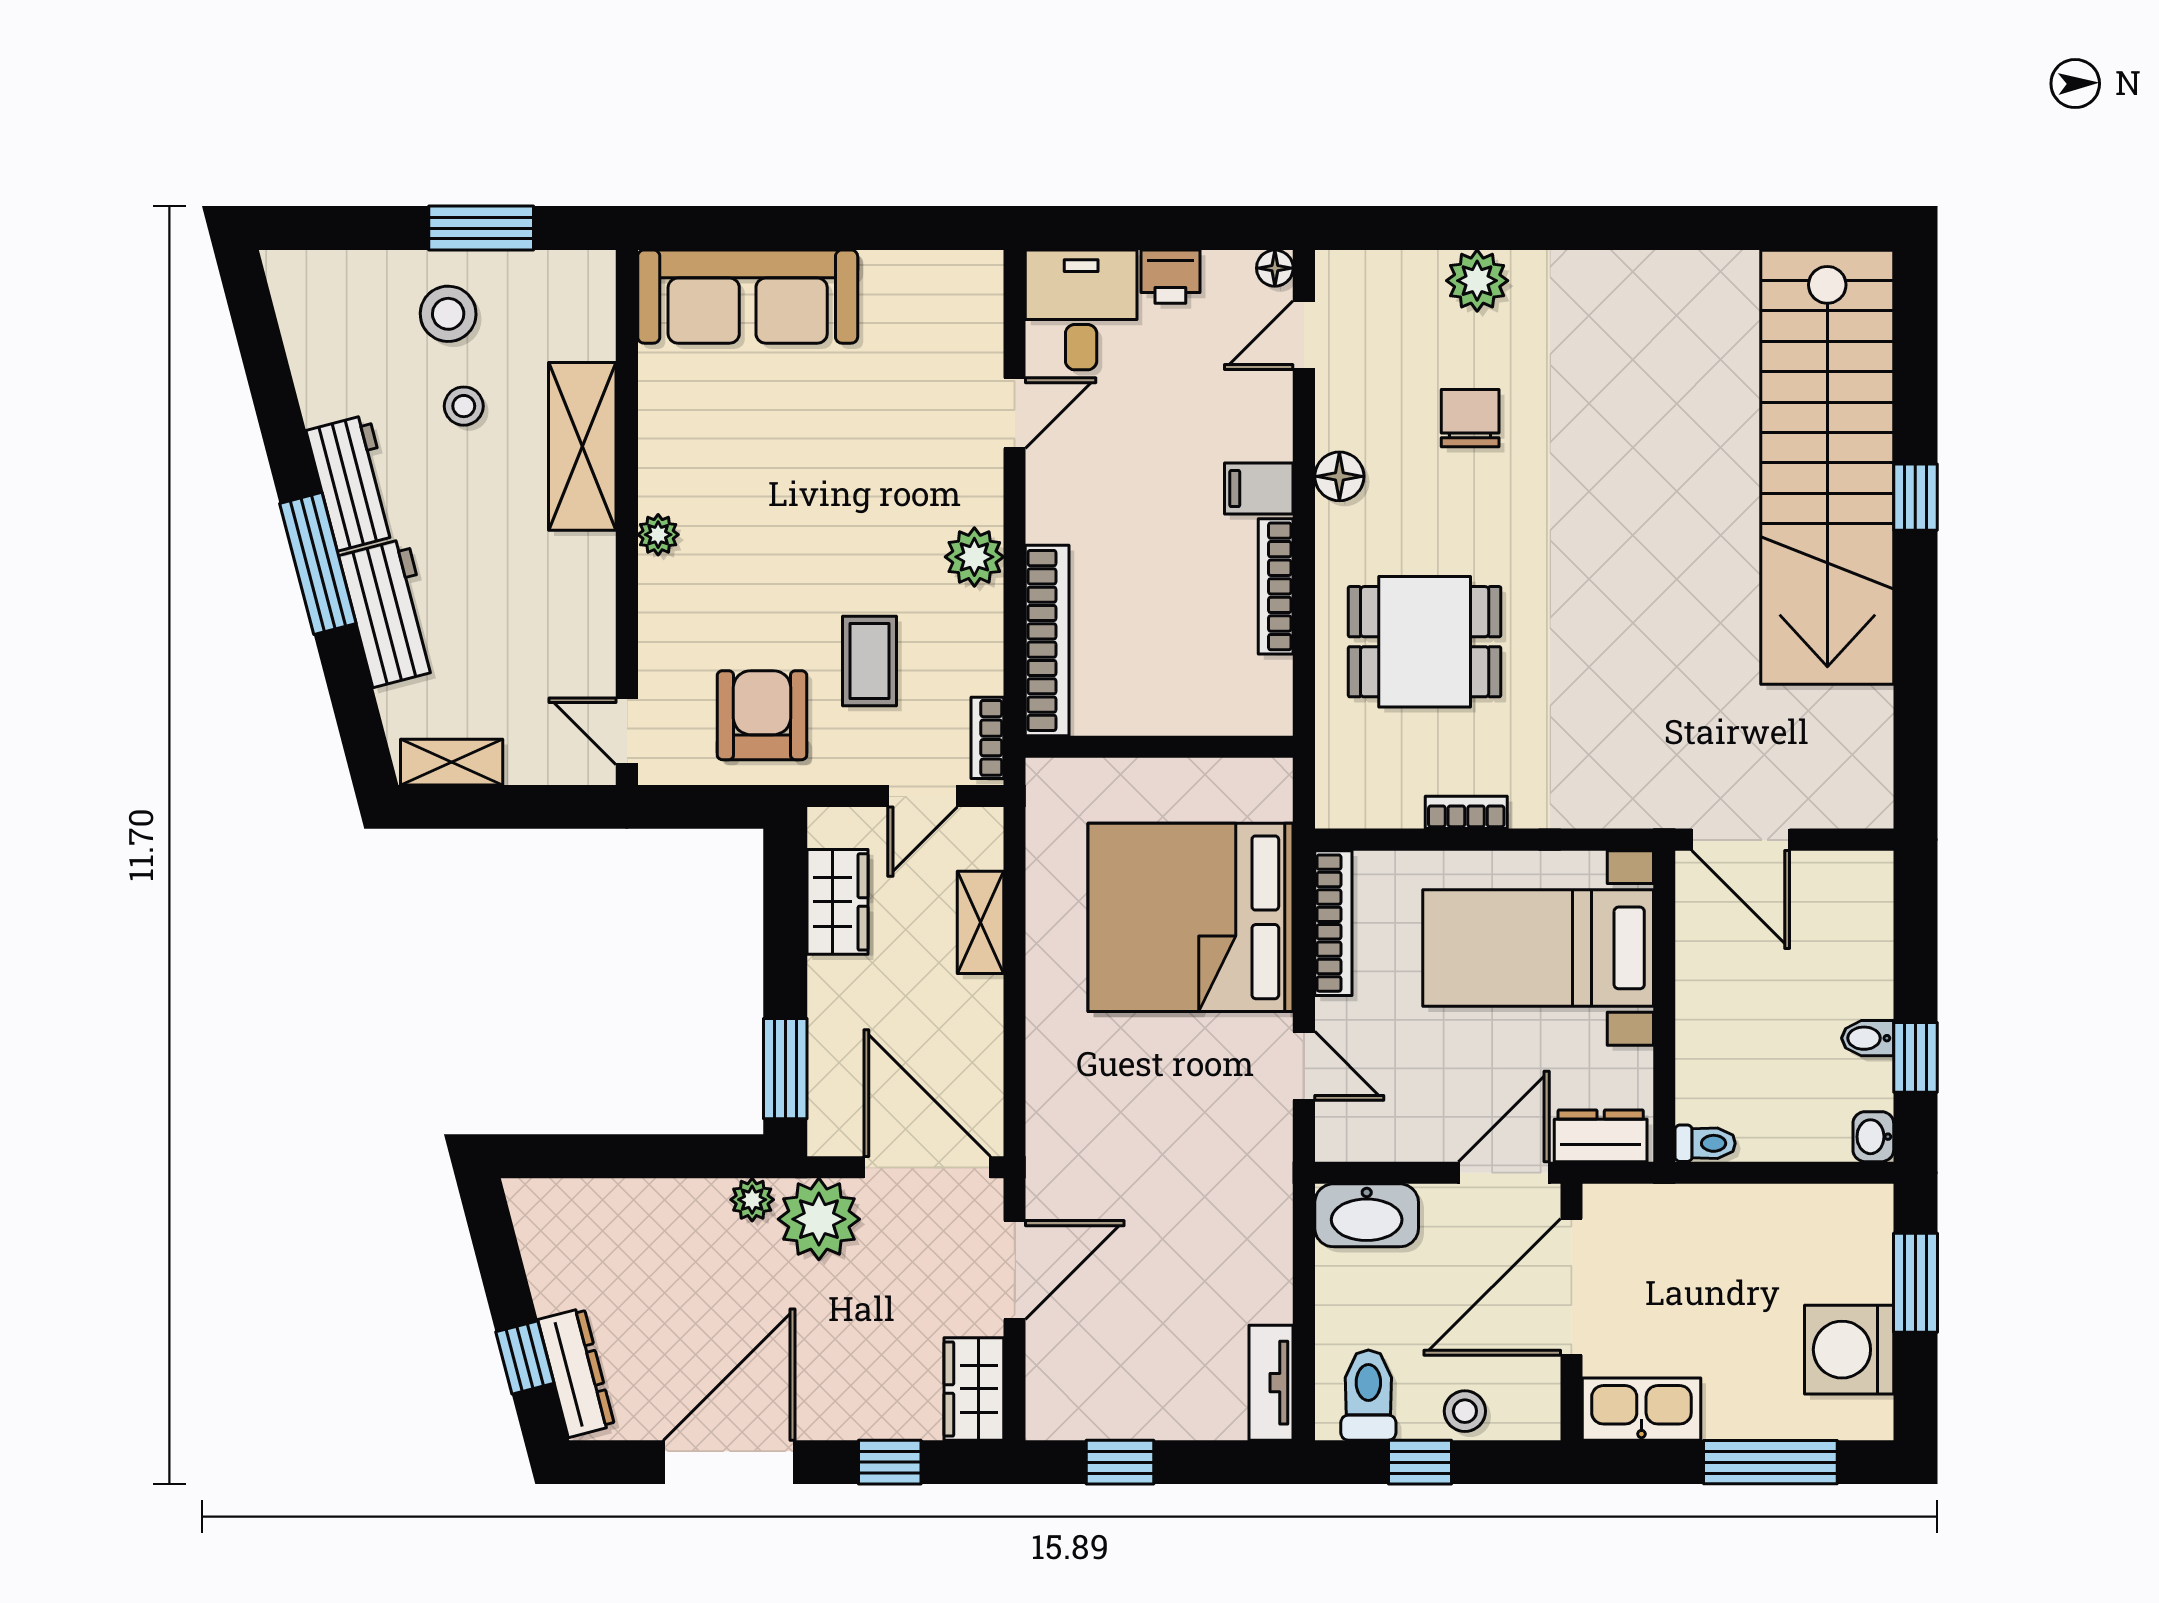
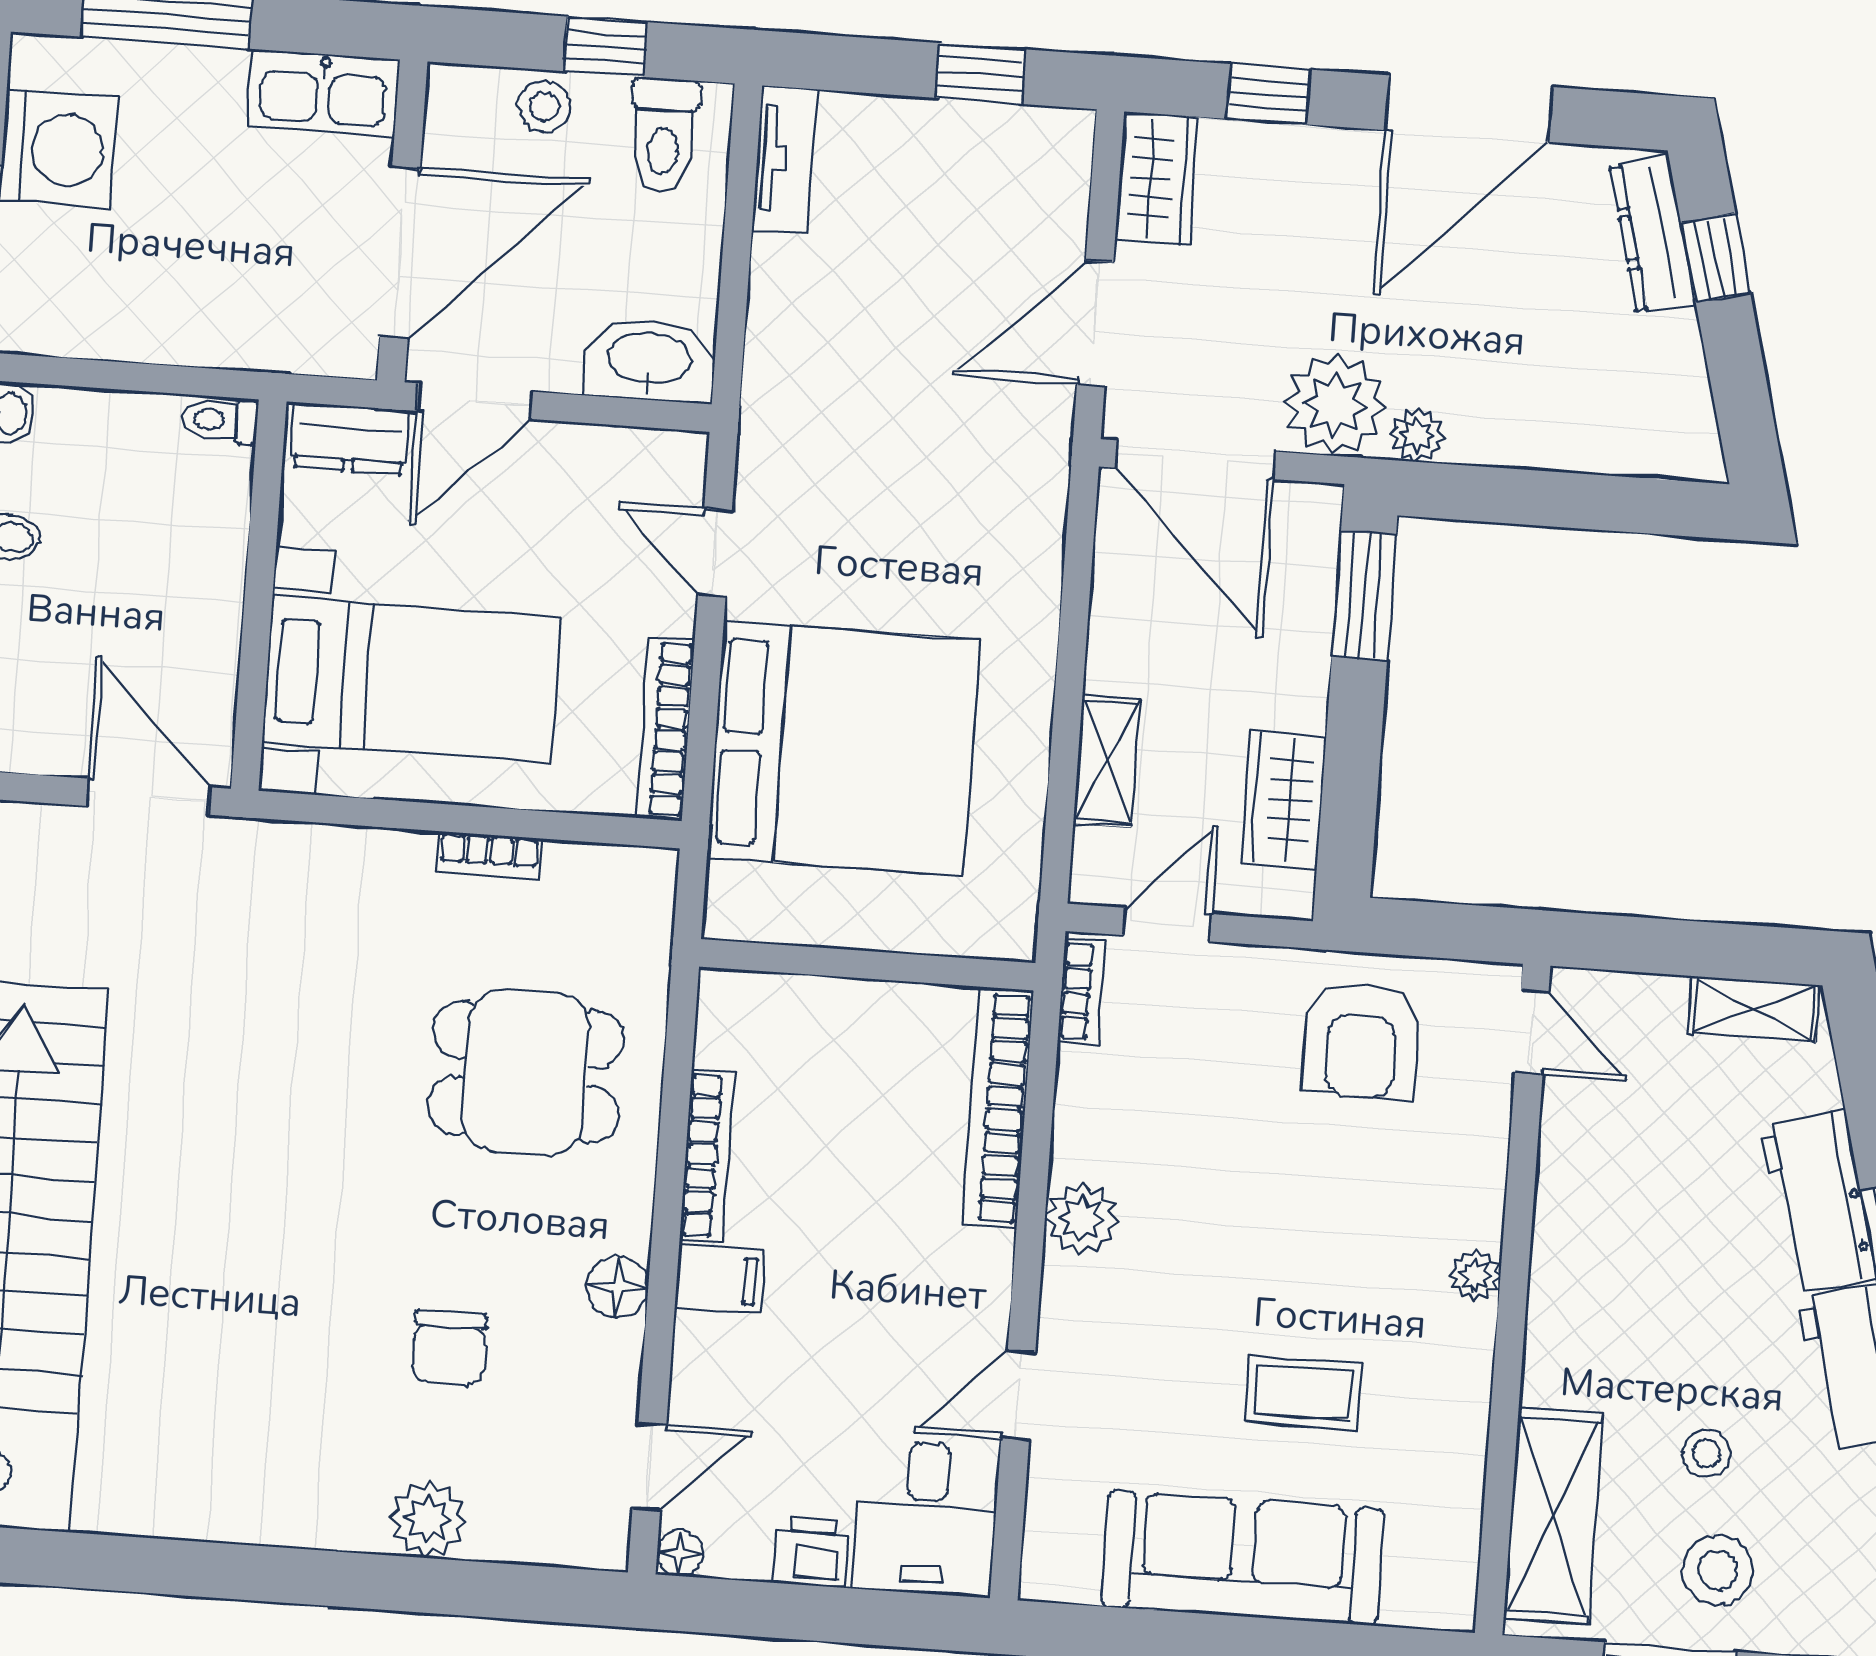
sofa: (748, 297) -> (1243, 1558), moved
shelving: (582, 446) -> (1553, 1516), moved
coffee table: (869, 661) -> (1303, 1393), moved, turned 90

